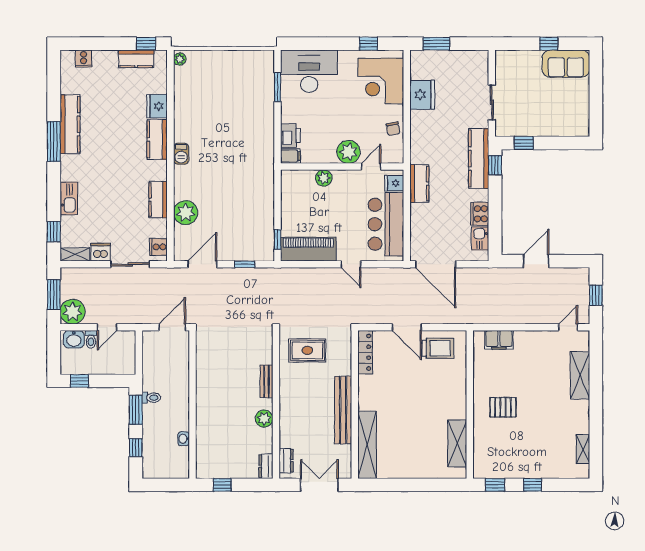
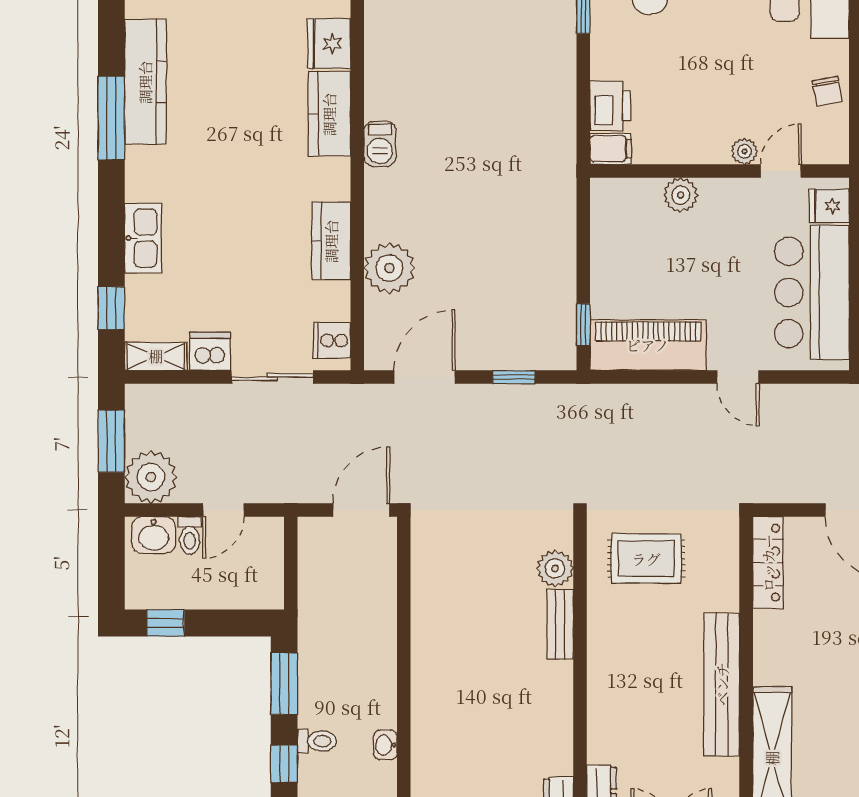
plant: (349, 152) -> (744, 151), width x0.53, depth x0.53
toilet: (151, 398) -> (317, 741), moved
plant: (264, 419) -> (555, 568), moved

